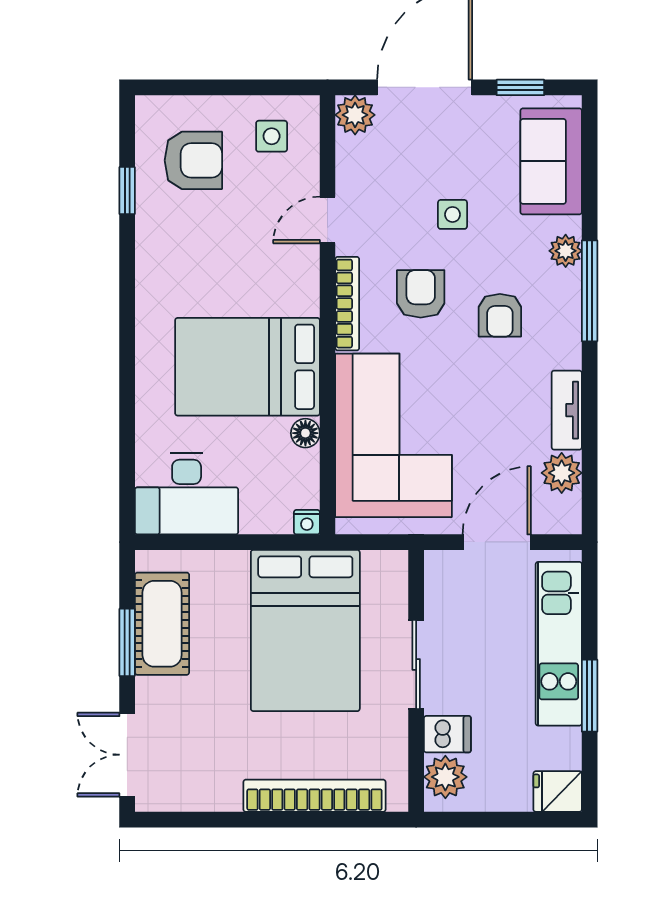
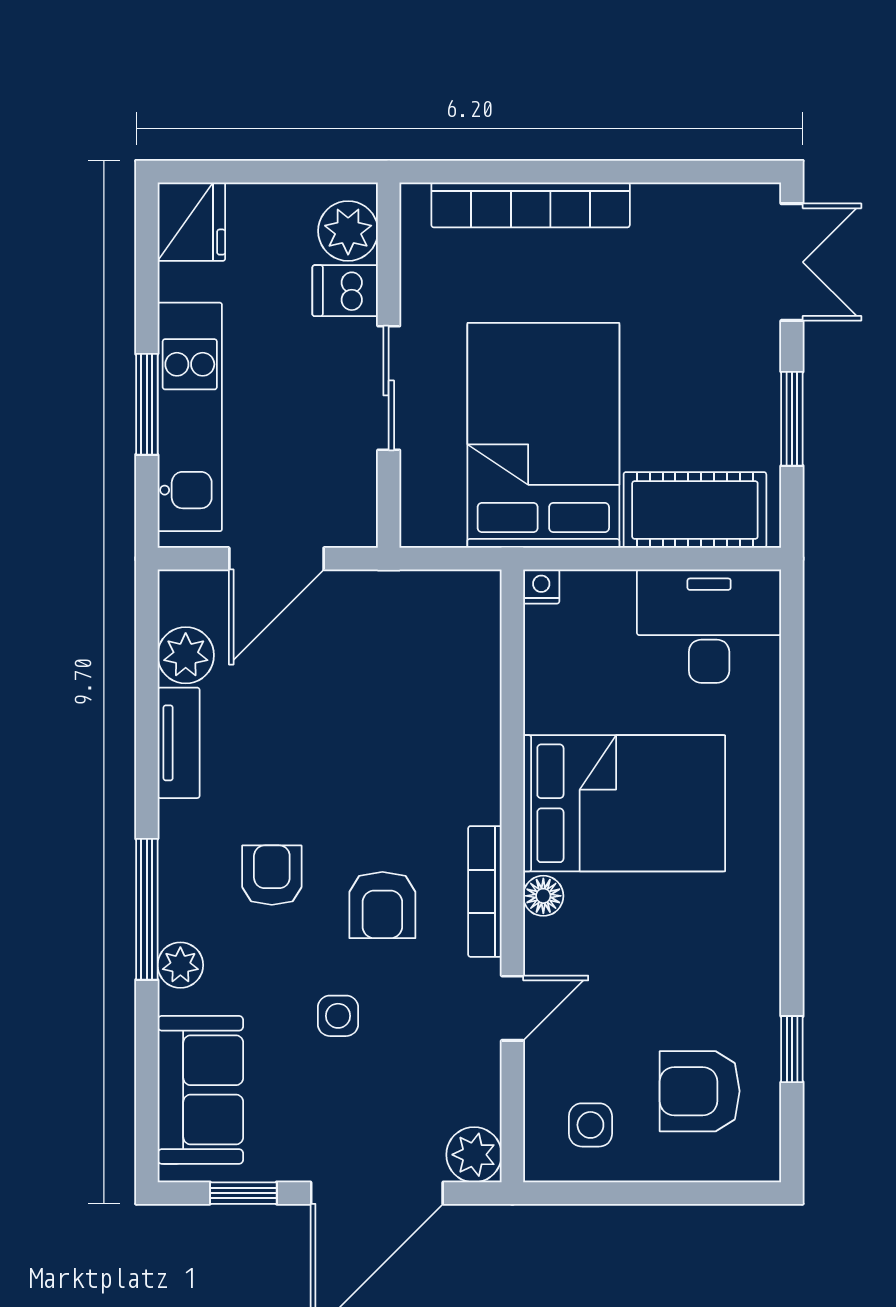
floor lamp: (305, 433) -> (543, 896), moved
corner sofa: (394, 435) -> (420, 708), removed
cot: (162, 624) -> (695, 510), moved, turned 90
window: (590, 696) -> (147, 404), moved
fridge: (558, 792) -> (191, 222), width x1.38

